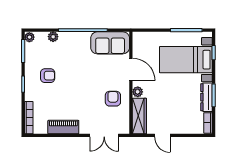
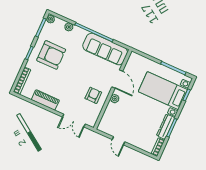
sofa: (110, 43) -> (105, 49), width x1.36
armchair: (48, 76) -> (51, 55), width x1.88, depth x1.88
wardrobe: (139, 116) -> (108, 118), removed

